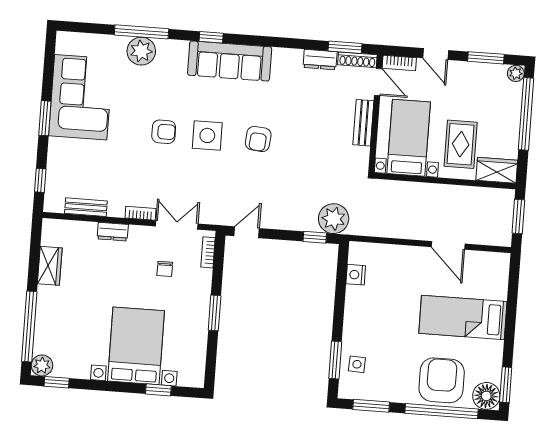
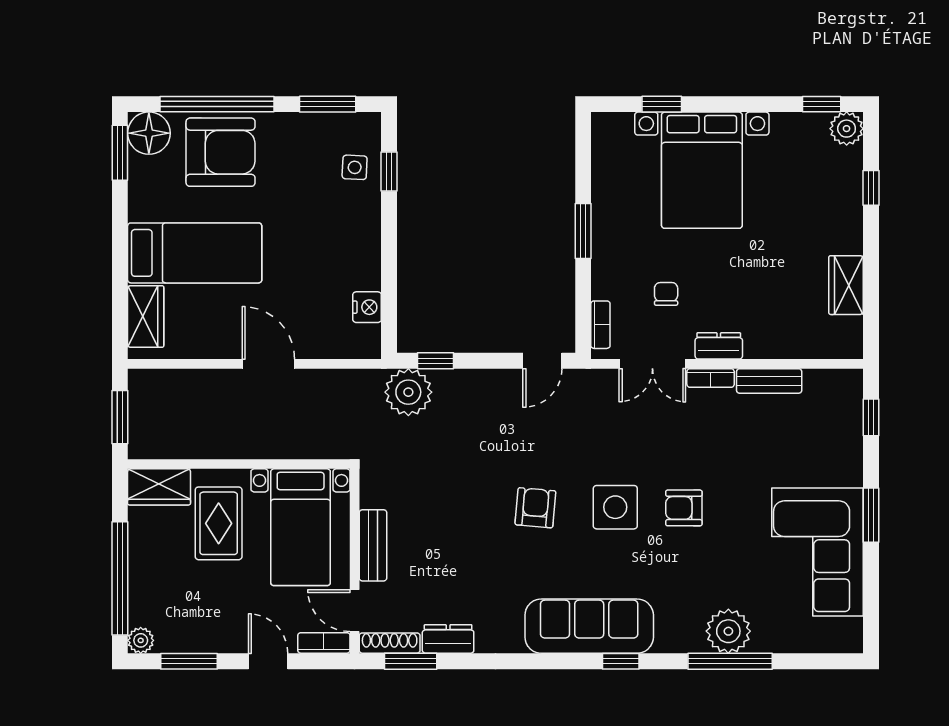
bench: (86, 207) -> (769, 381), moved
dresser: (113, 232) -> (719, 346), moved
door: (448, 245) -> (268, 364), moved
wardrobe: (497, 279) -> (146, 316), added
window: (29, 327) -> (871, 188), width x0.32
window: (335, 360) -> (389, 172), width x0.67
armchair: (442, 380) -> (221, 152), turned -90

